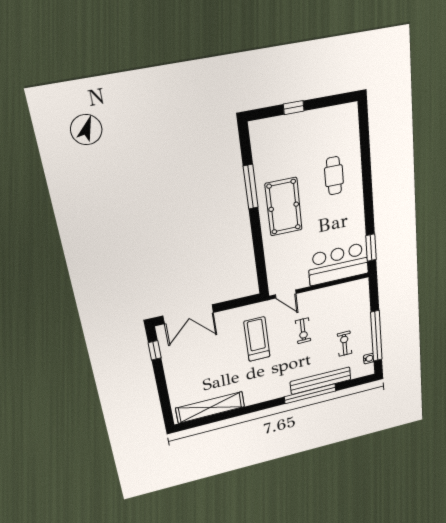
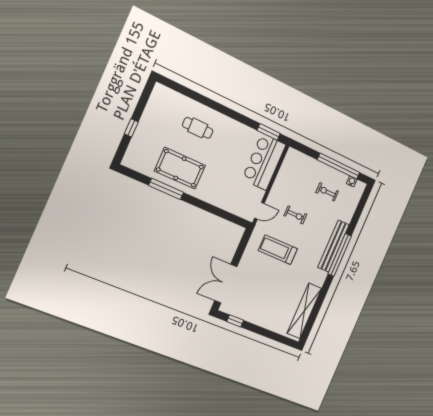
pool table: (284, 207) -> (180, 168), moved
double door: (188, 314) -> (226, 284), swing flipped
bench: (321, 381) -> (333, 246), moved
window: (310, 394) -> (340, 255), moved

